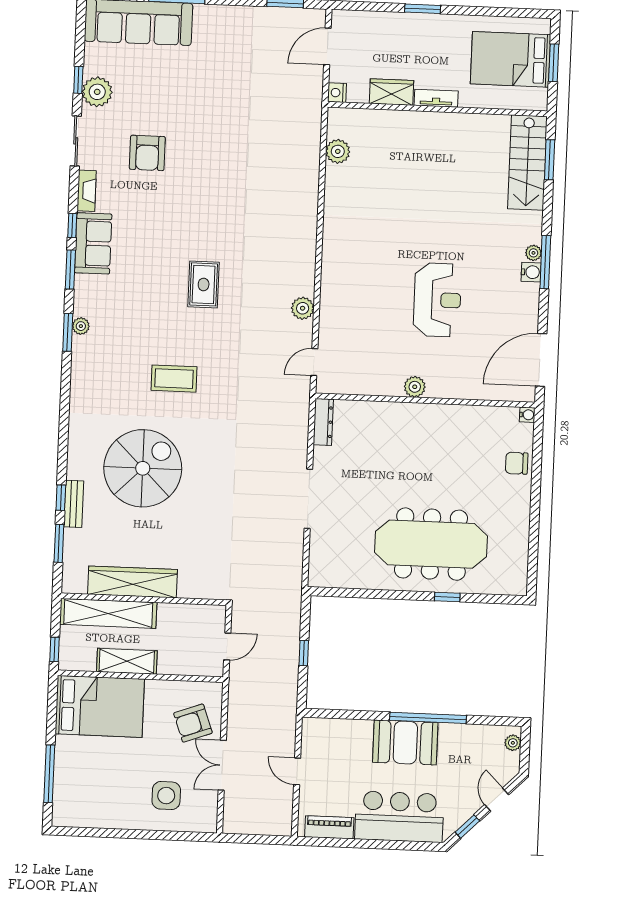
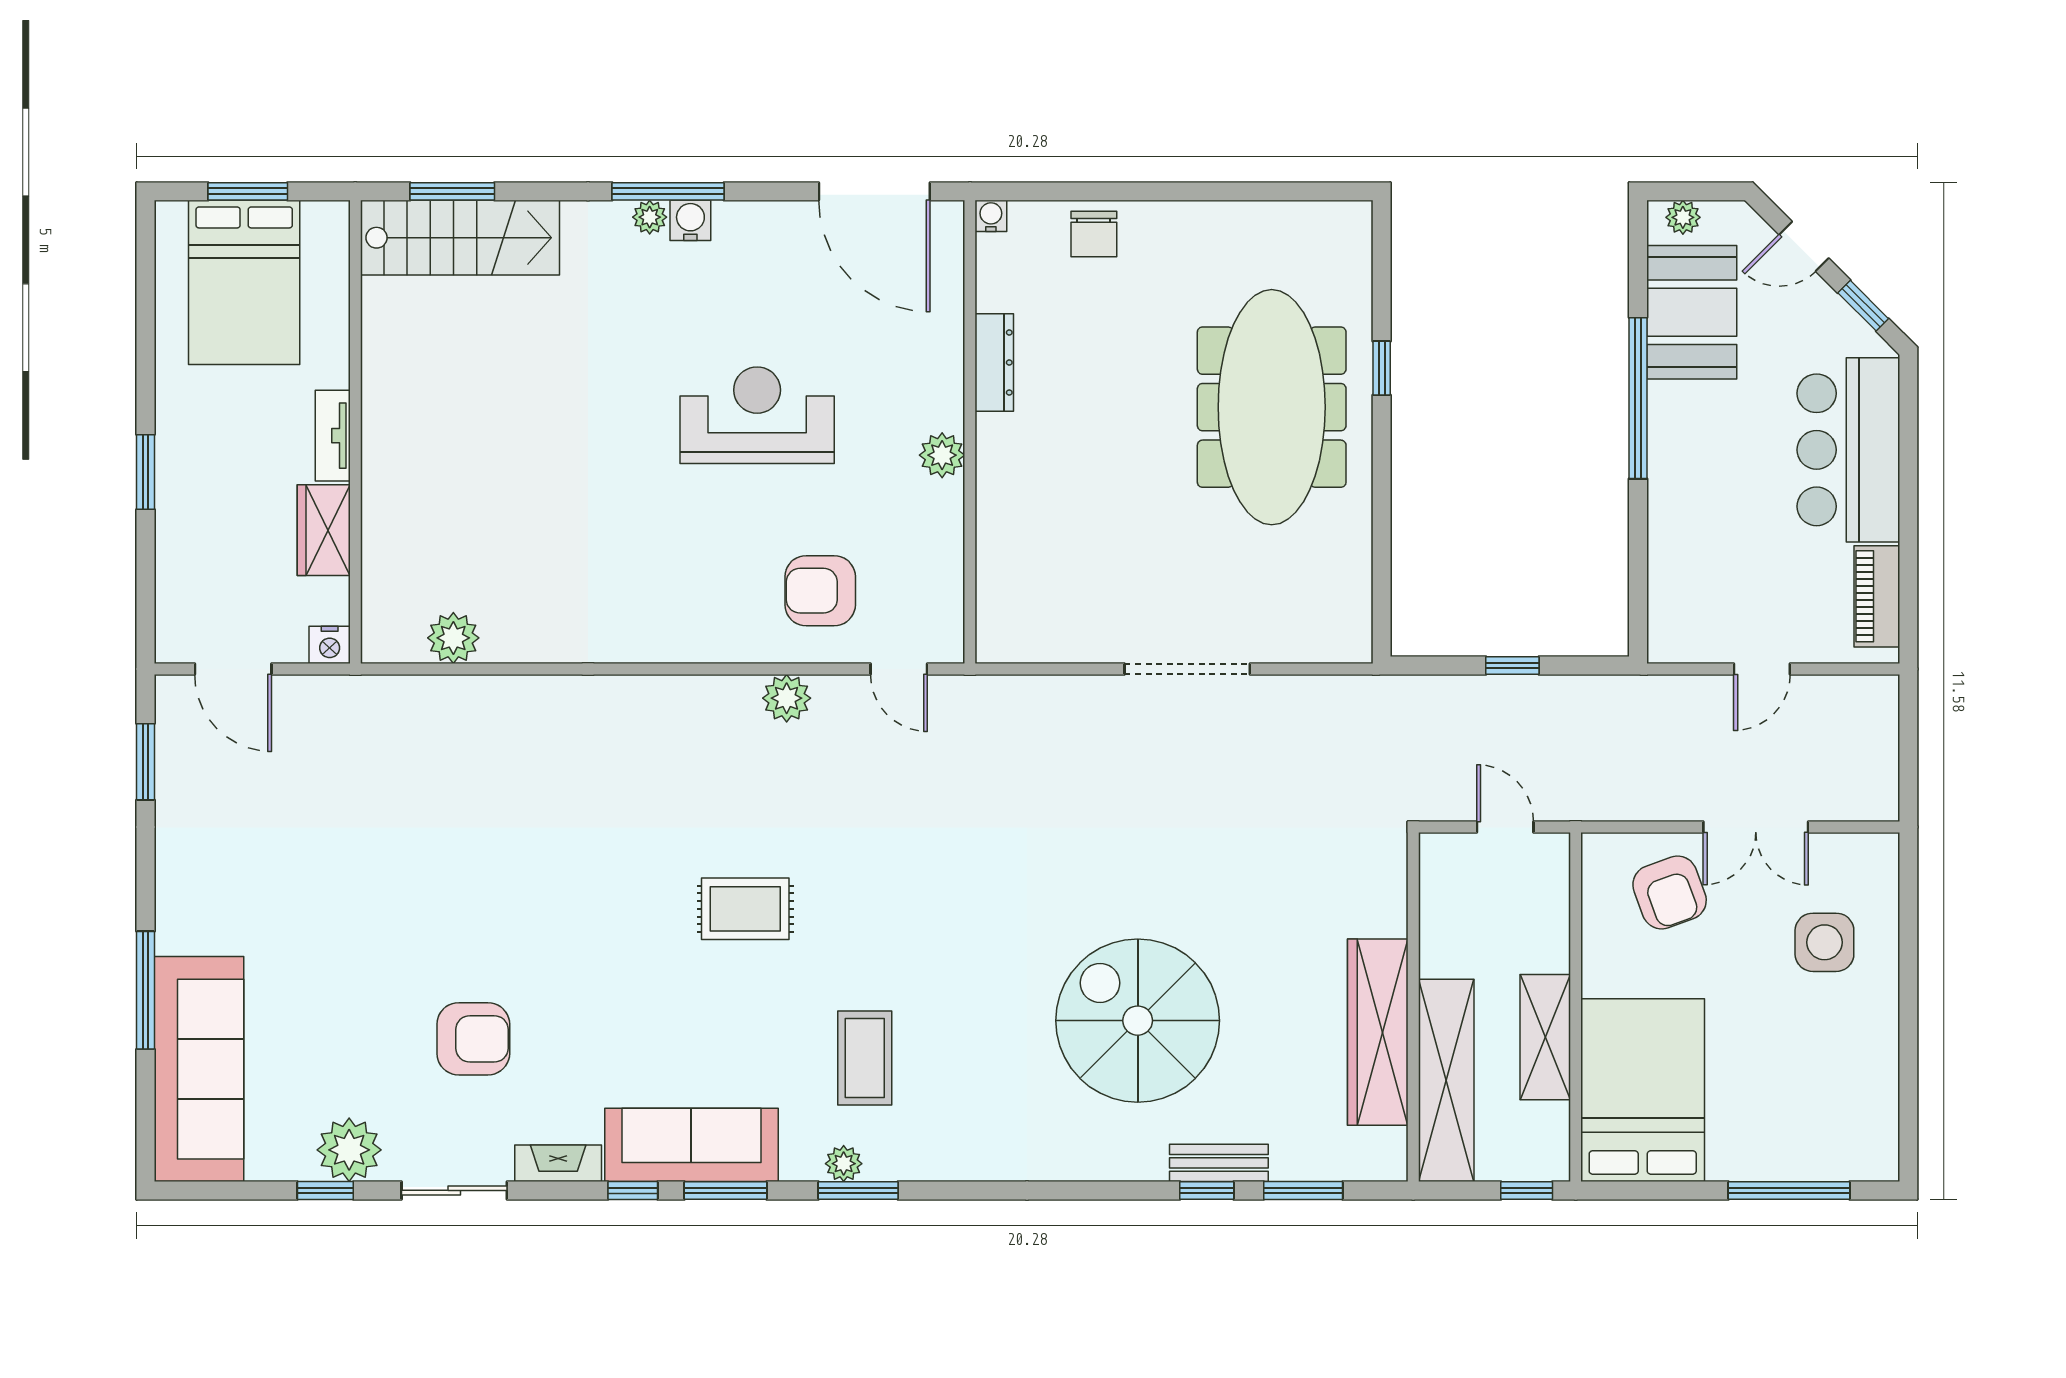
sofa: (93, 243) -> (691, 1145), width x1.36
armchair: (353, 326) -> (820, 591), added
coffee table: (174, 379) -> (865, 1058), moved
dresser: (323, 422) -> (994, 363), moved, turned 90
booth: (405, 743) -> (1692, 312), moved

